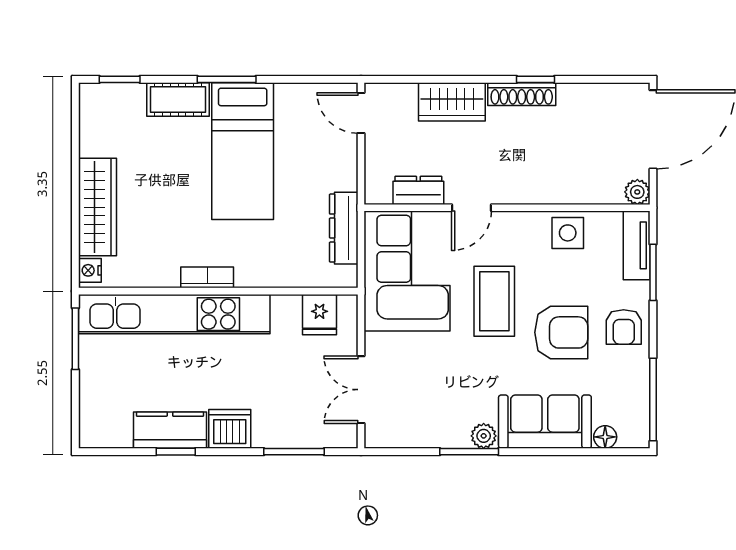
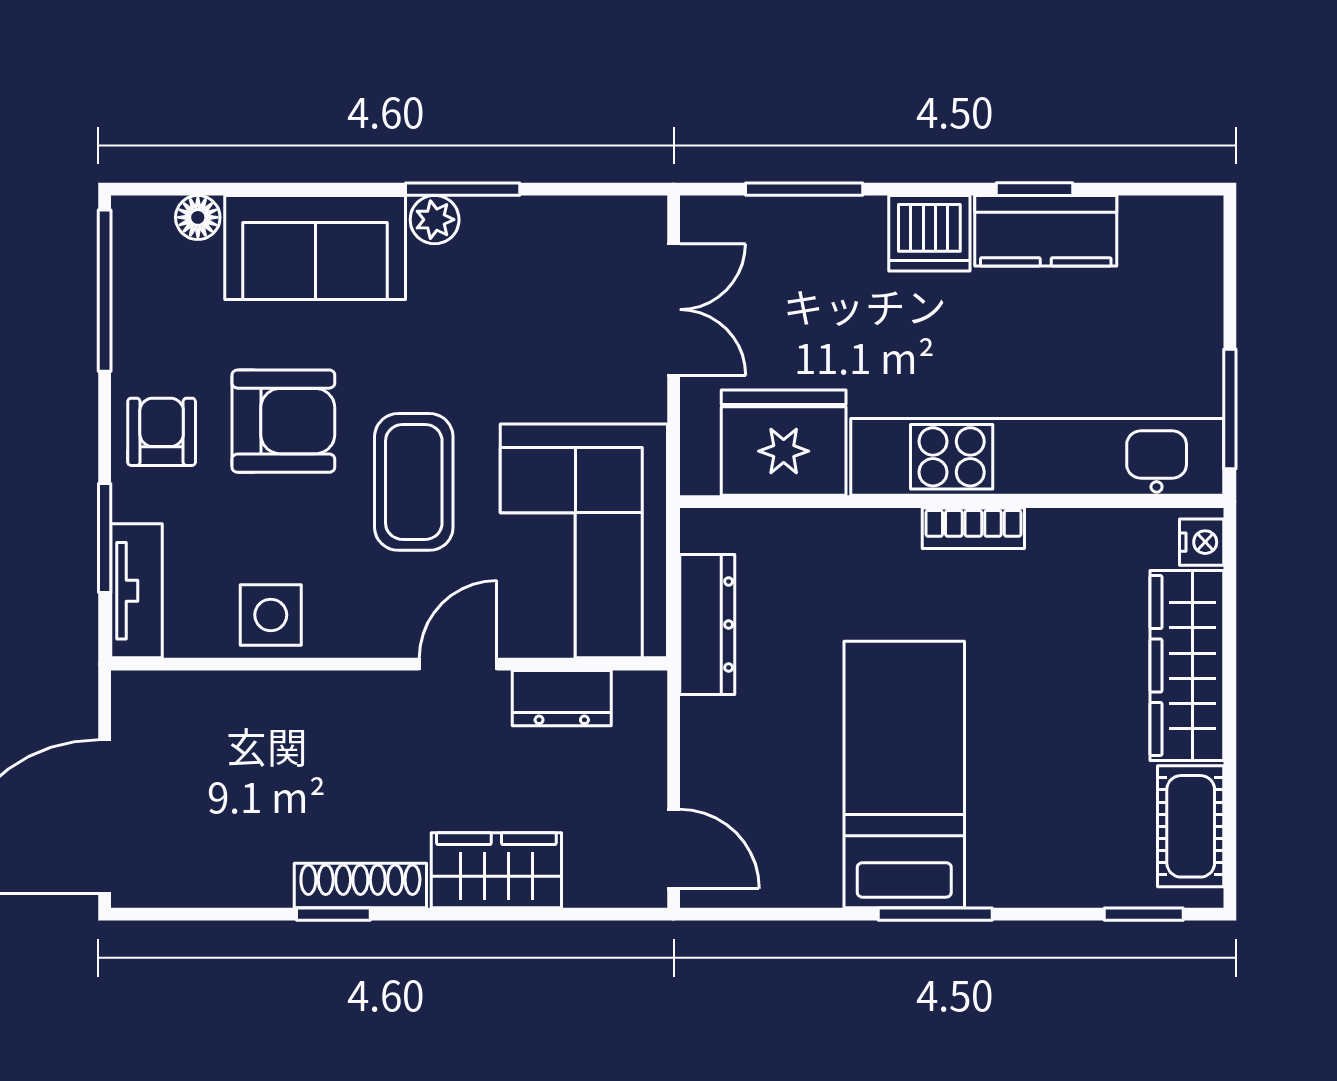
cot: (178, 99) -> (1191, 826), moved, turned 90
plant: (637, 192) -> (135, 695), removed
fridge: (319, 315) -> (784, 443), width x1.88, depth x1.34
armchair: (561, 332) -> (283, 421), turned 180

